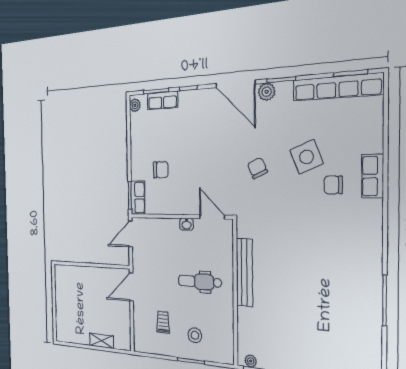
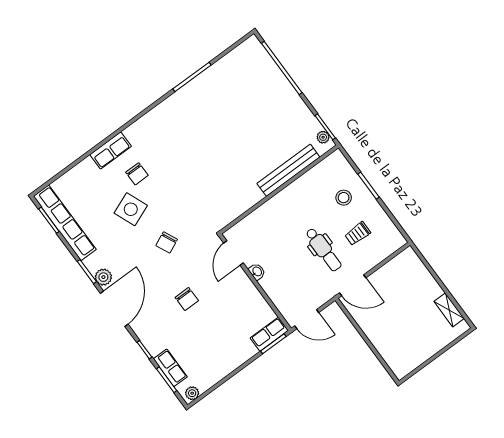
chair: (161, 170) -> (187, 299), moved, turned 180
bench: (244, 272) -> (288, 170), moved
dental chair: (200, 282) -> (323, 250), moved
shelving: (102, 341) -> (449, 310), moved

